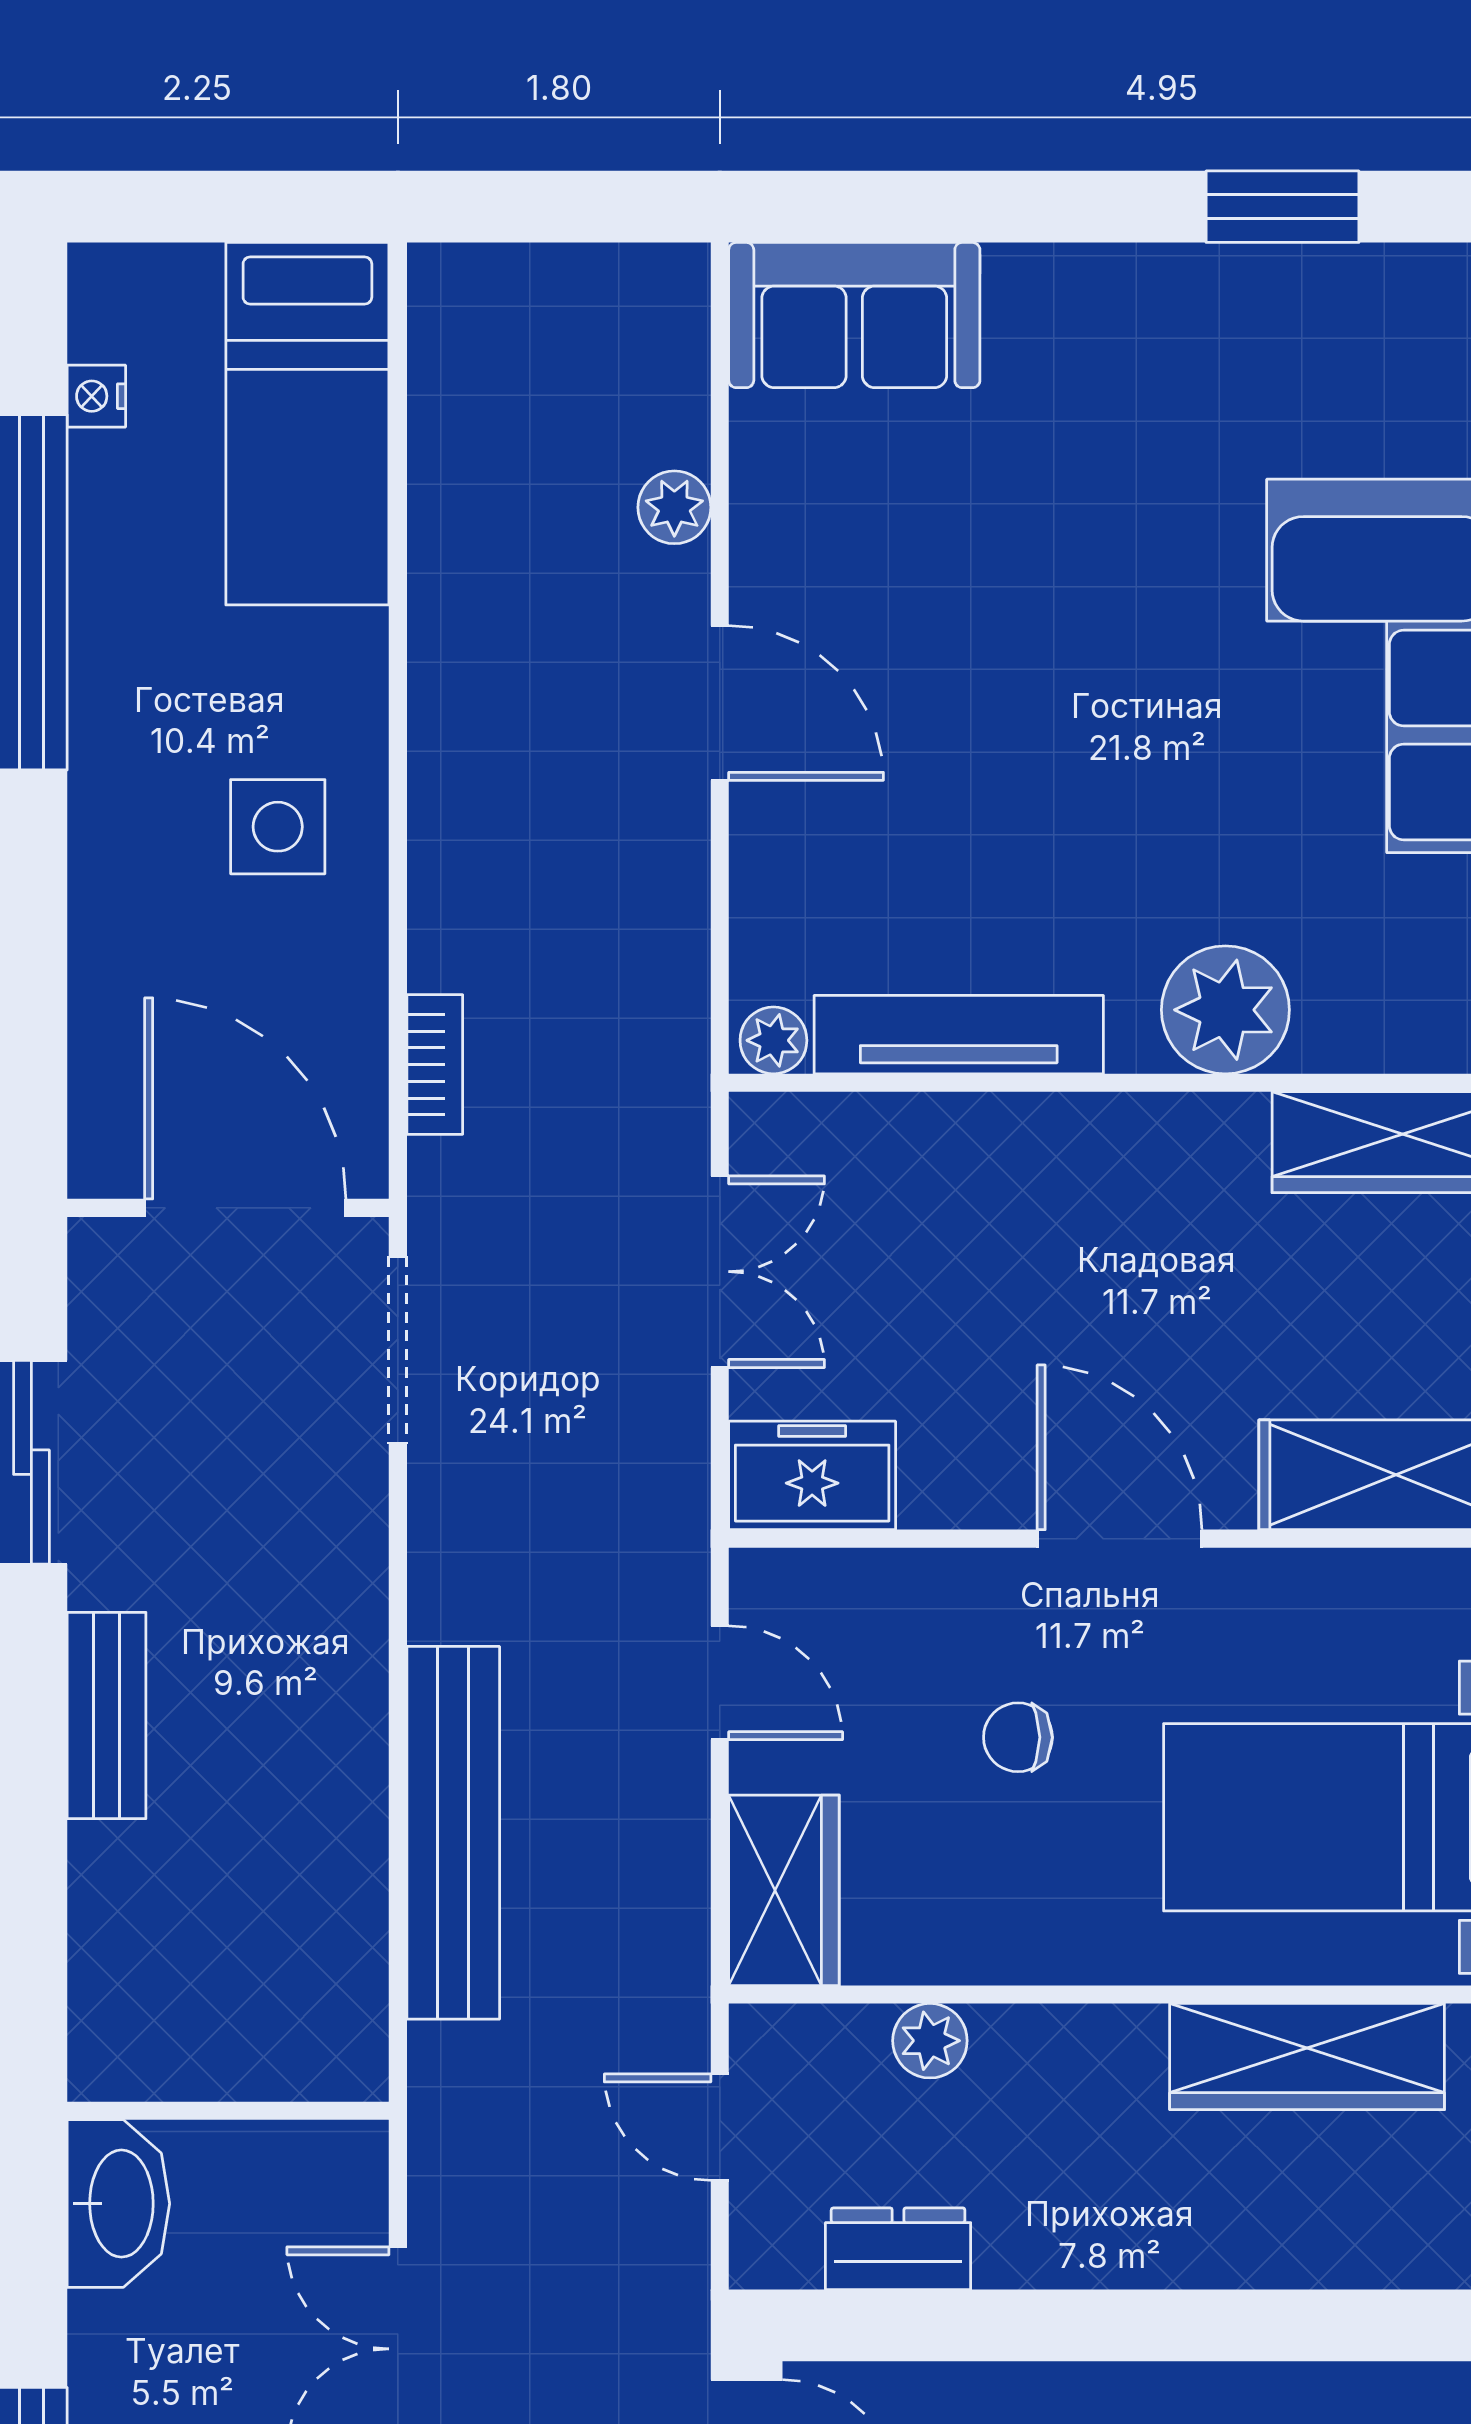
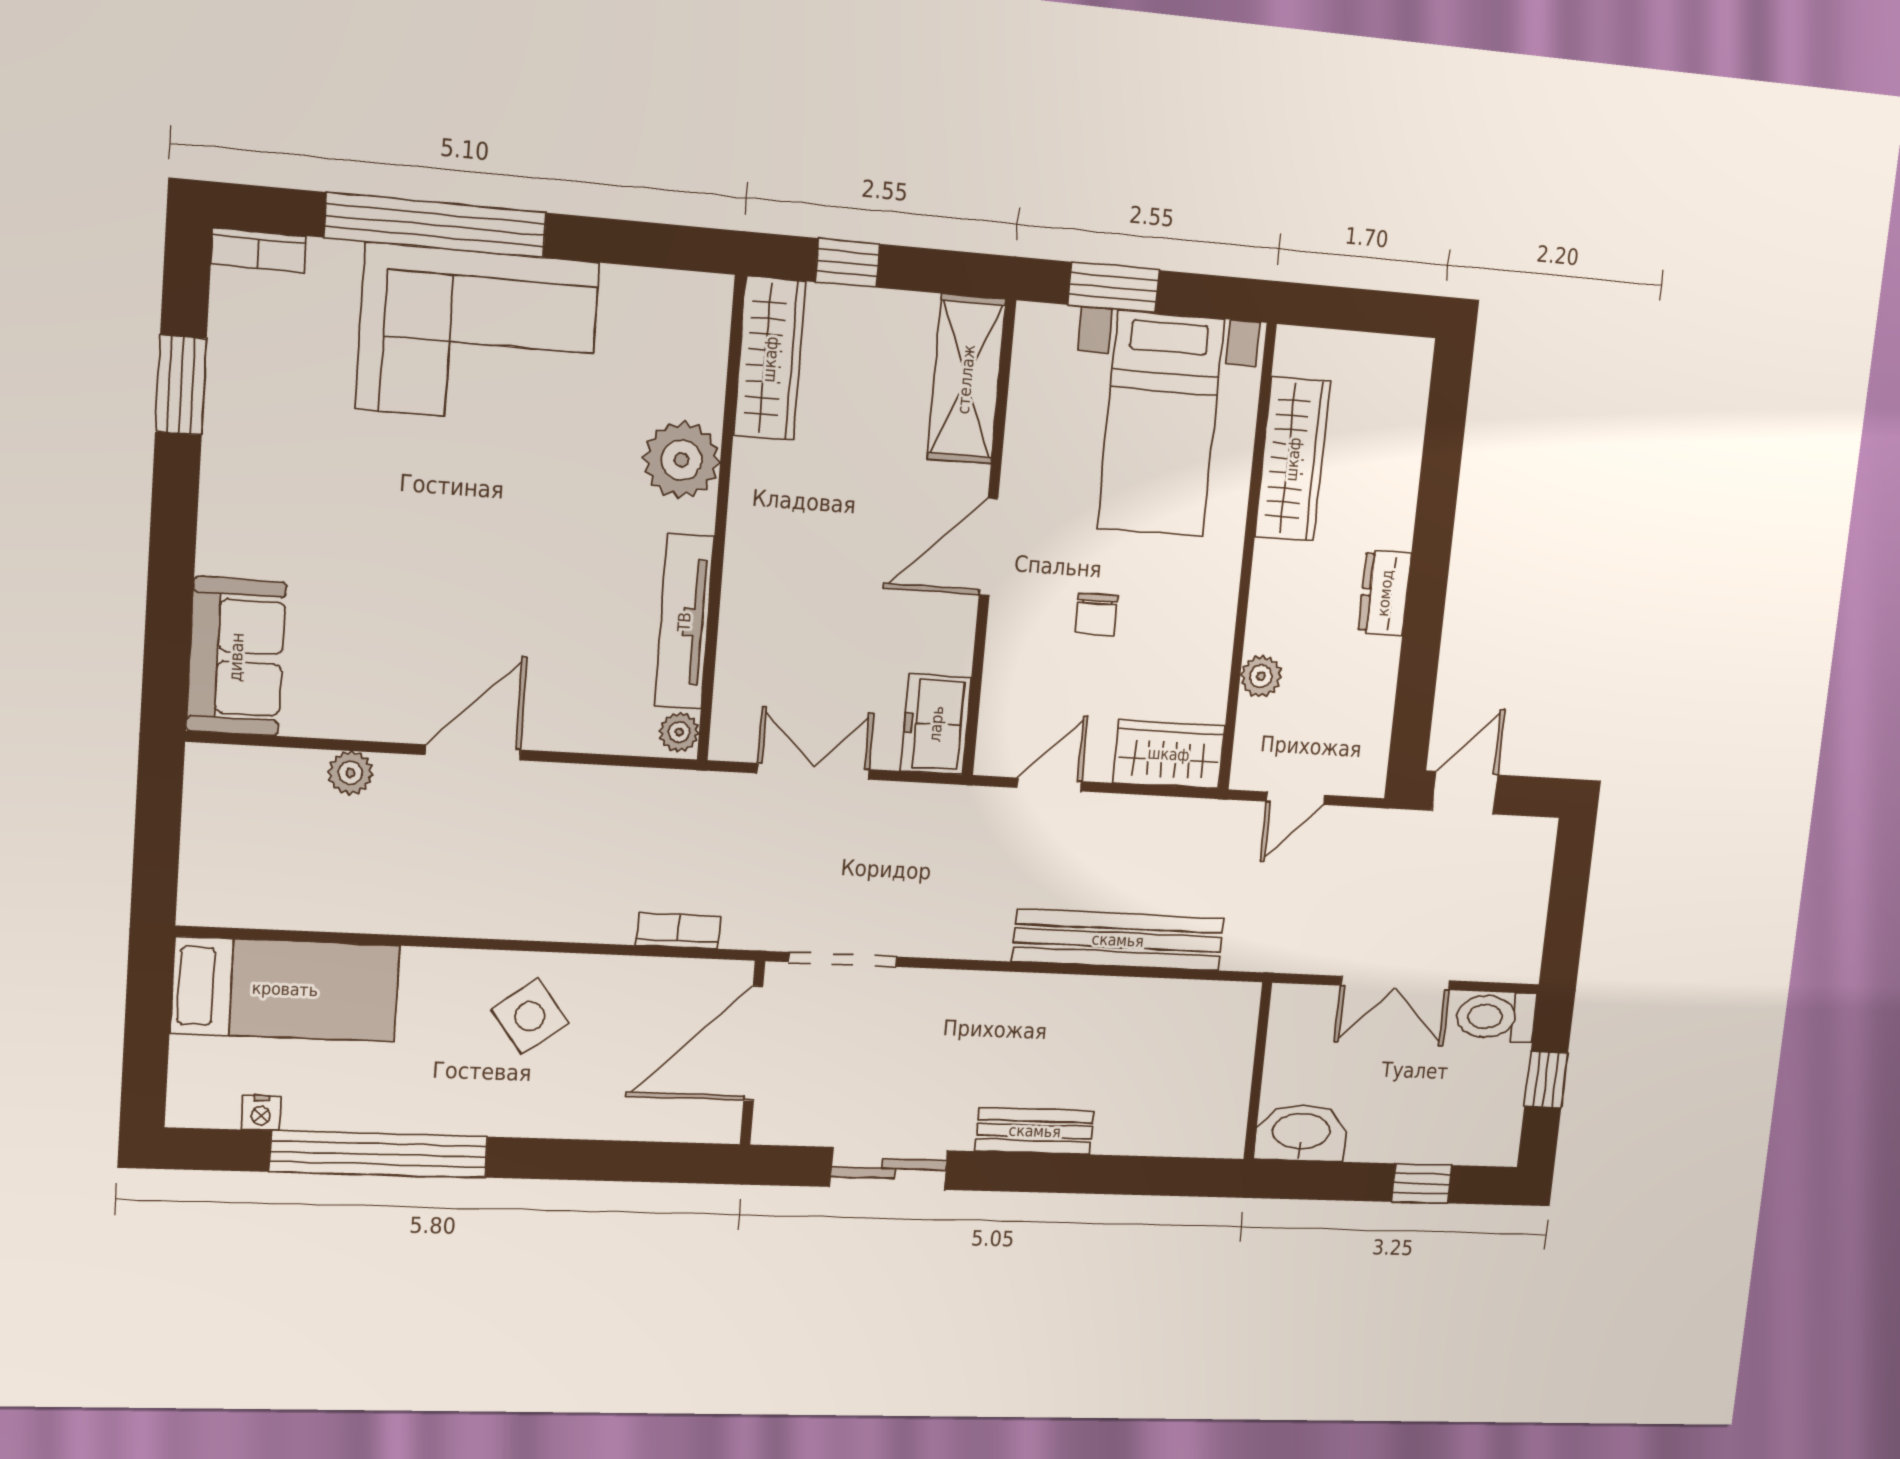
side table: (278, 827) -> (530, 1016), turned -37
dresser: (898, 2249) -> (1385, 593), moved

